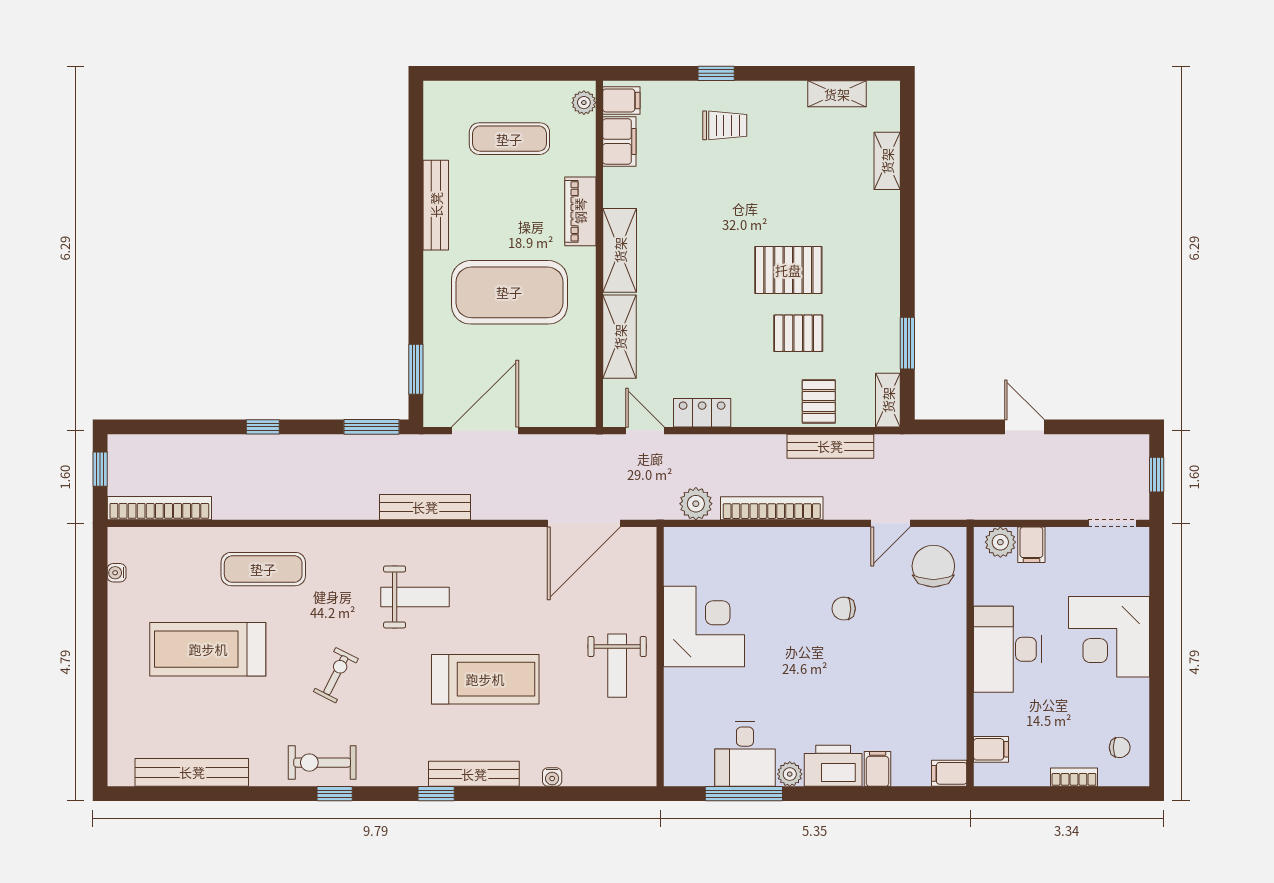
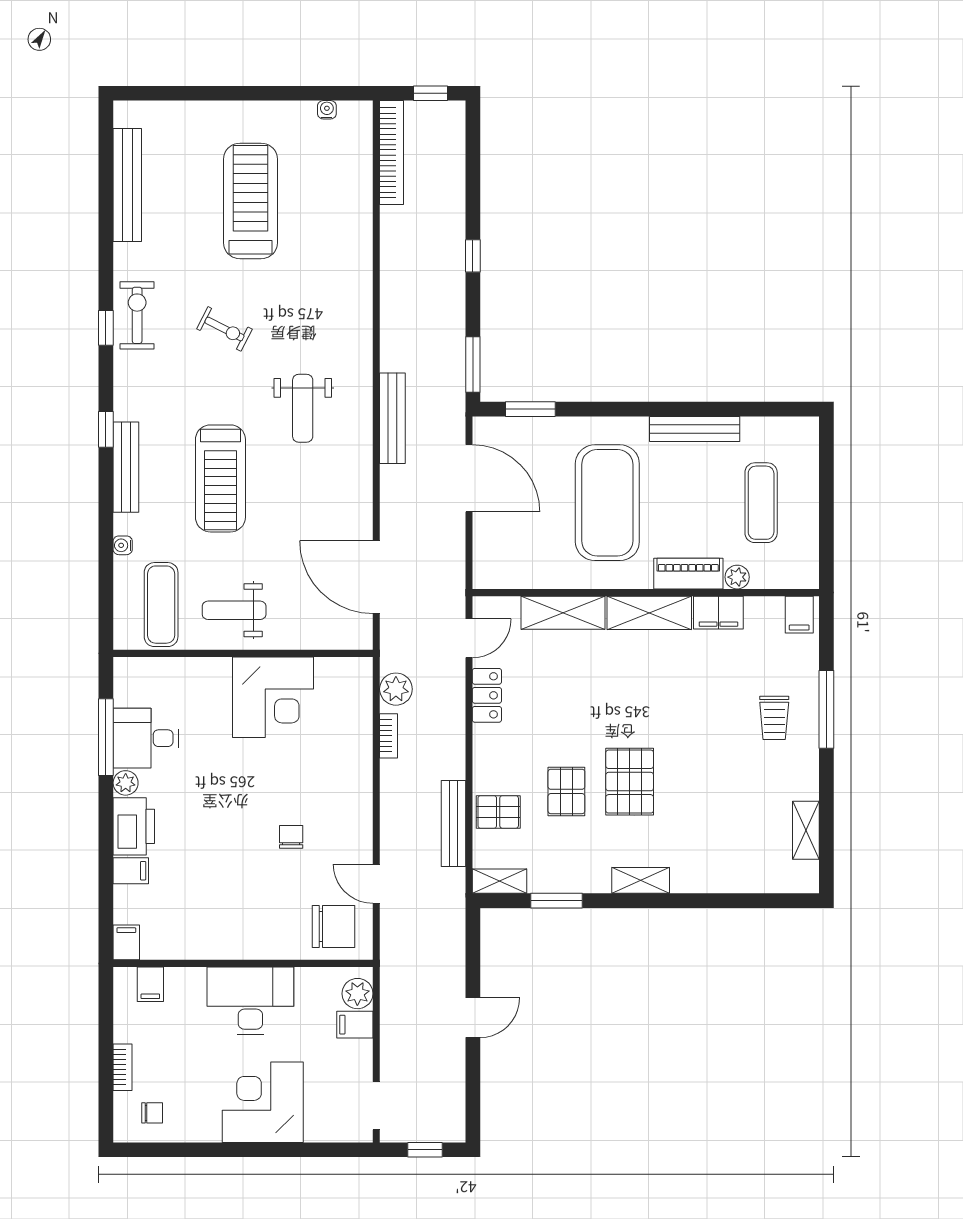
window: (716, 73) -> (826, 709), width x2.17
plant: (584, 103) -> (737, 577), moved
filing cabinet: (619, 141) -> (718, 613), moved
shelving: (887, 161) -> (641, 880), moved
bookcase: (772, 508) -> (389, 736), width x0.43, depth x0.76
exercise mat: (263, 569) -> (161, 605), moved
chair: (1120, 747) -> (152, 1113), turned -90

